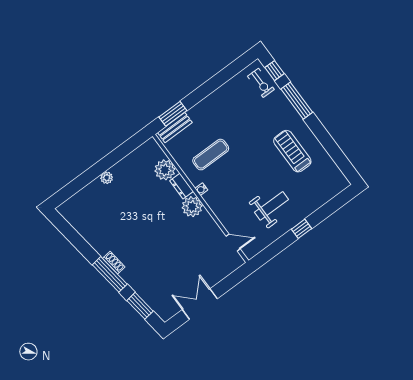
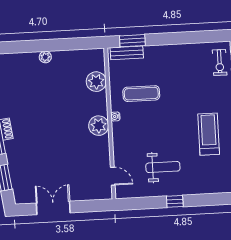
dresser: (182, 186) -> (101, 103), removed

